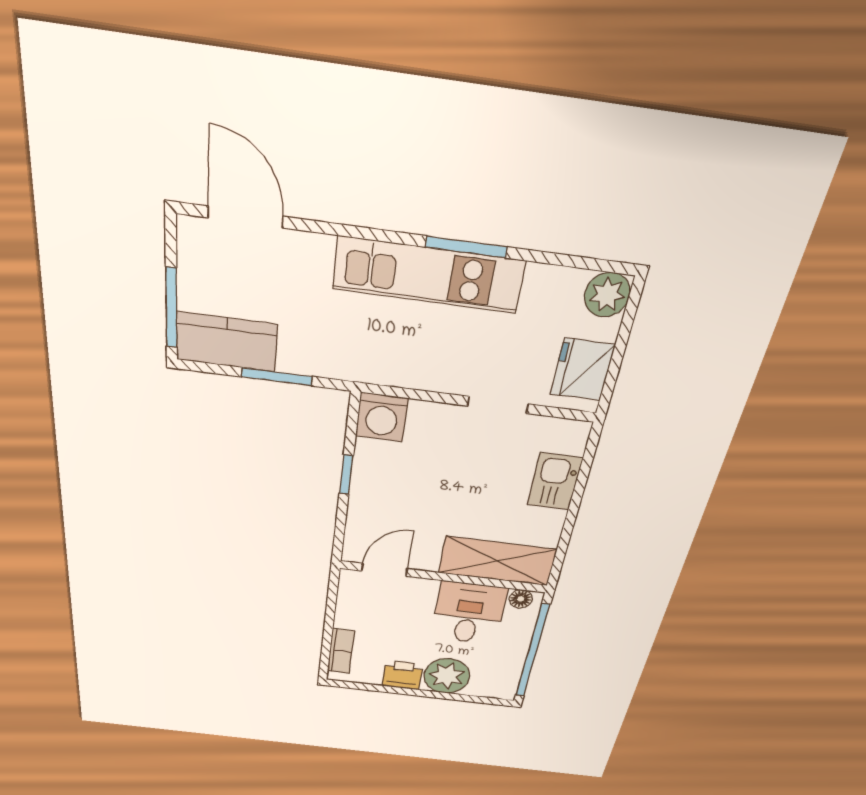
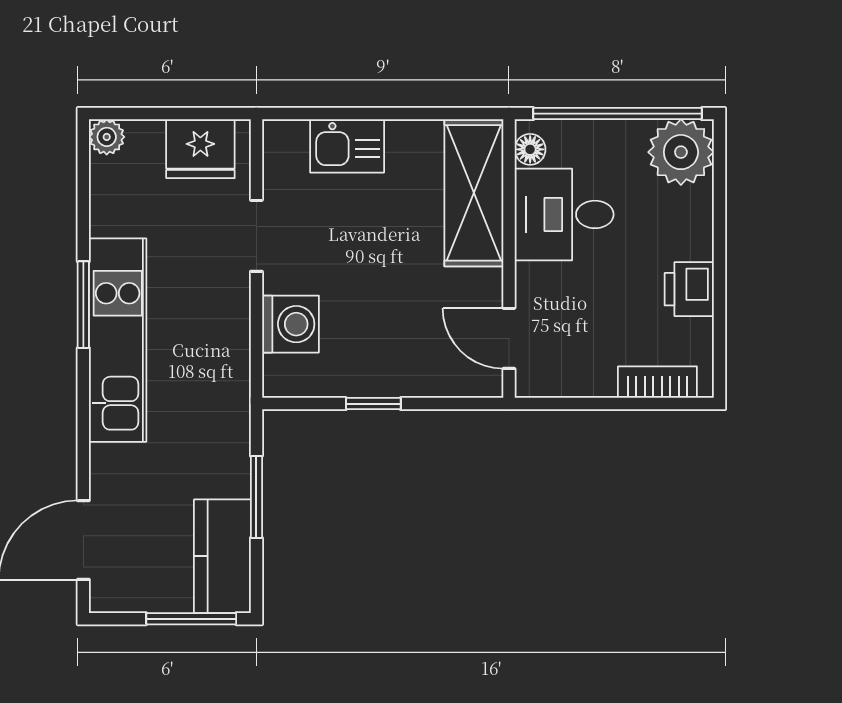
plant: (607, 295) -> (107, 137), width x0.73, depth x0.73
washing machine: (382, 417) -> (291, 324), moved
plant: (447, 676) -> (681, 152), moved

